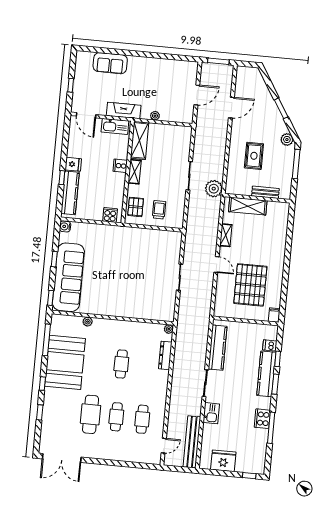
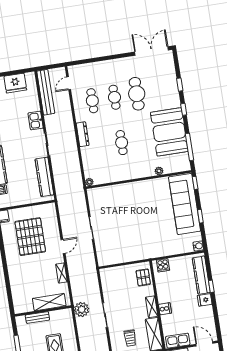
trolley: (159, 210) -> (130, 338), moved
door: (217, 264) -> (63, 246), swing flipped
dresser: (165, 355) -> (83, 134), moved

